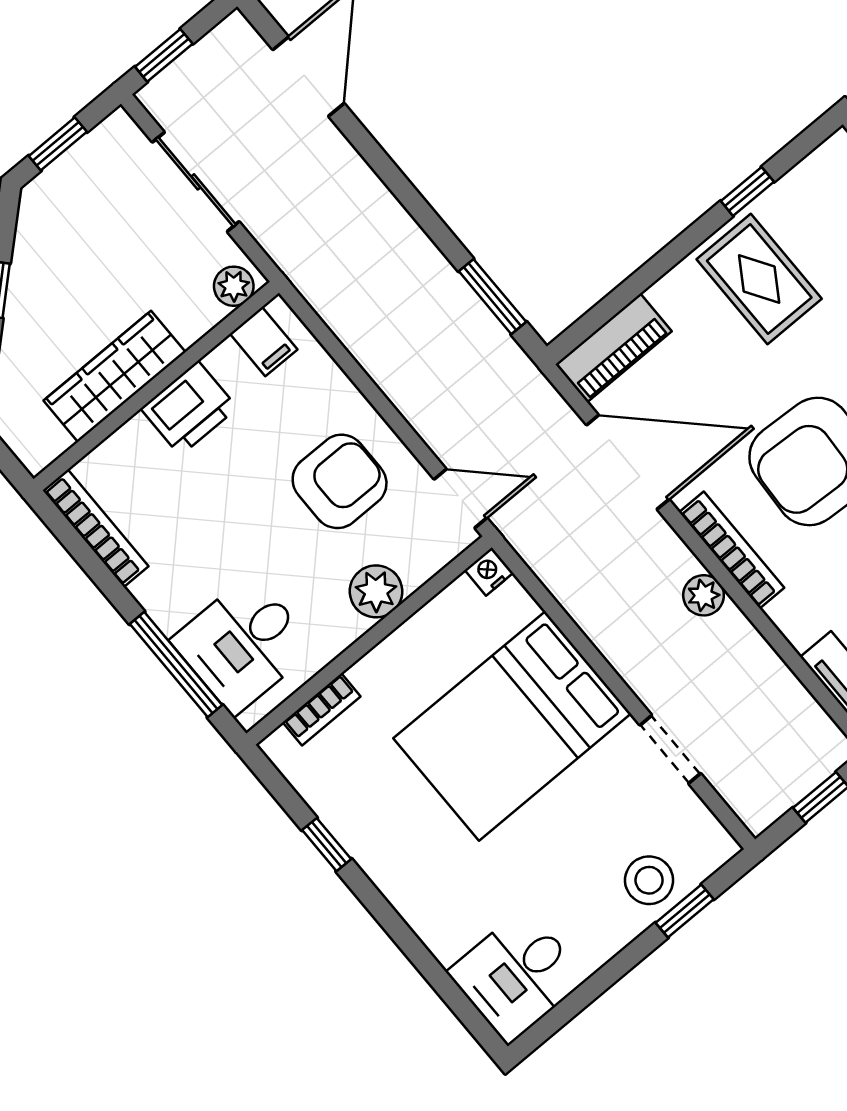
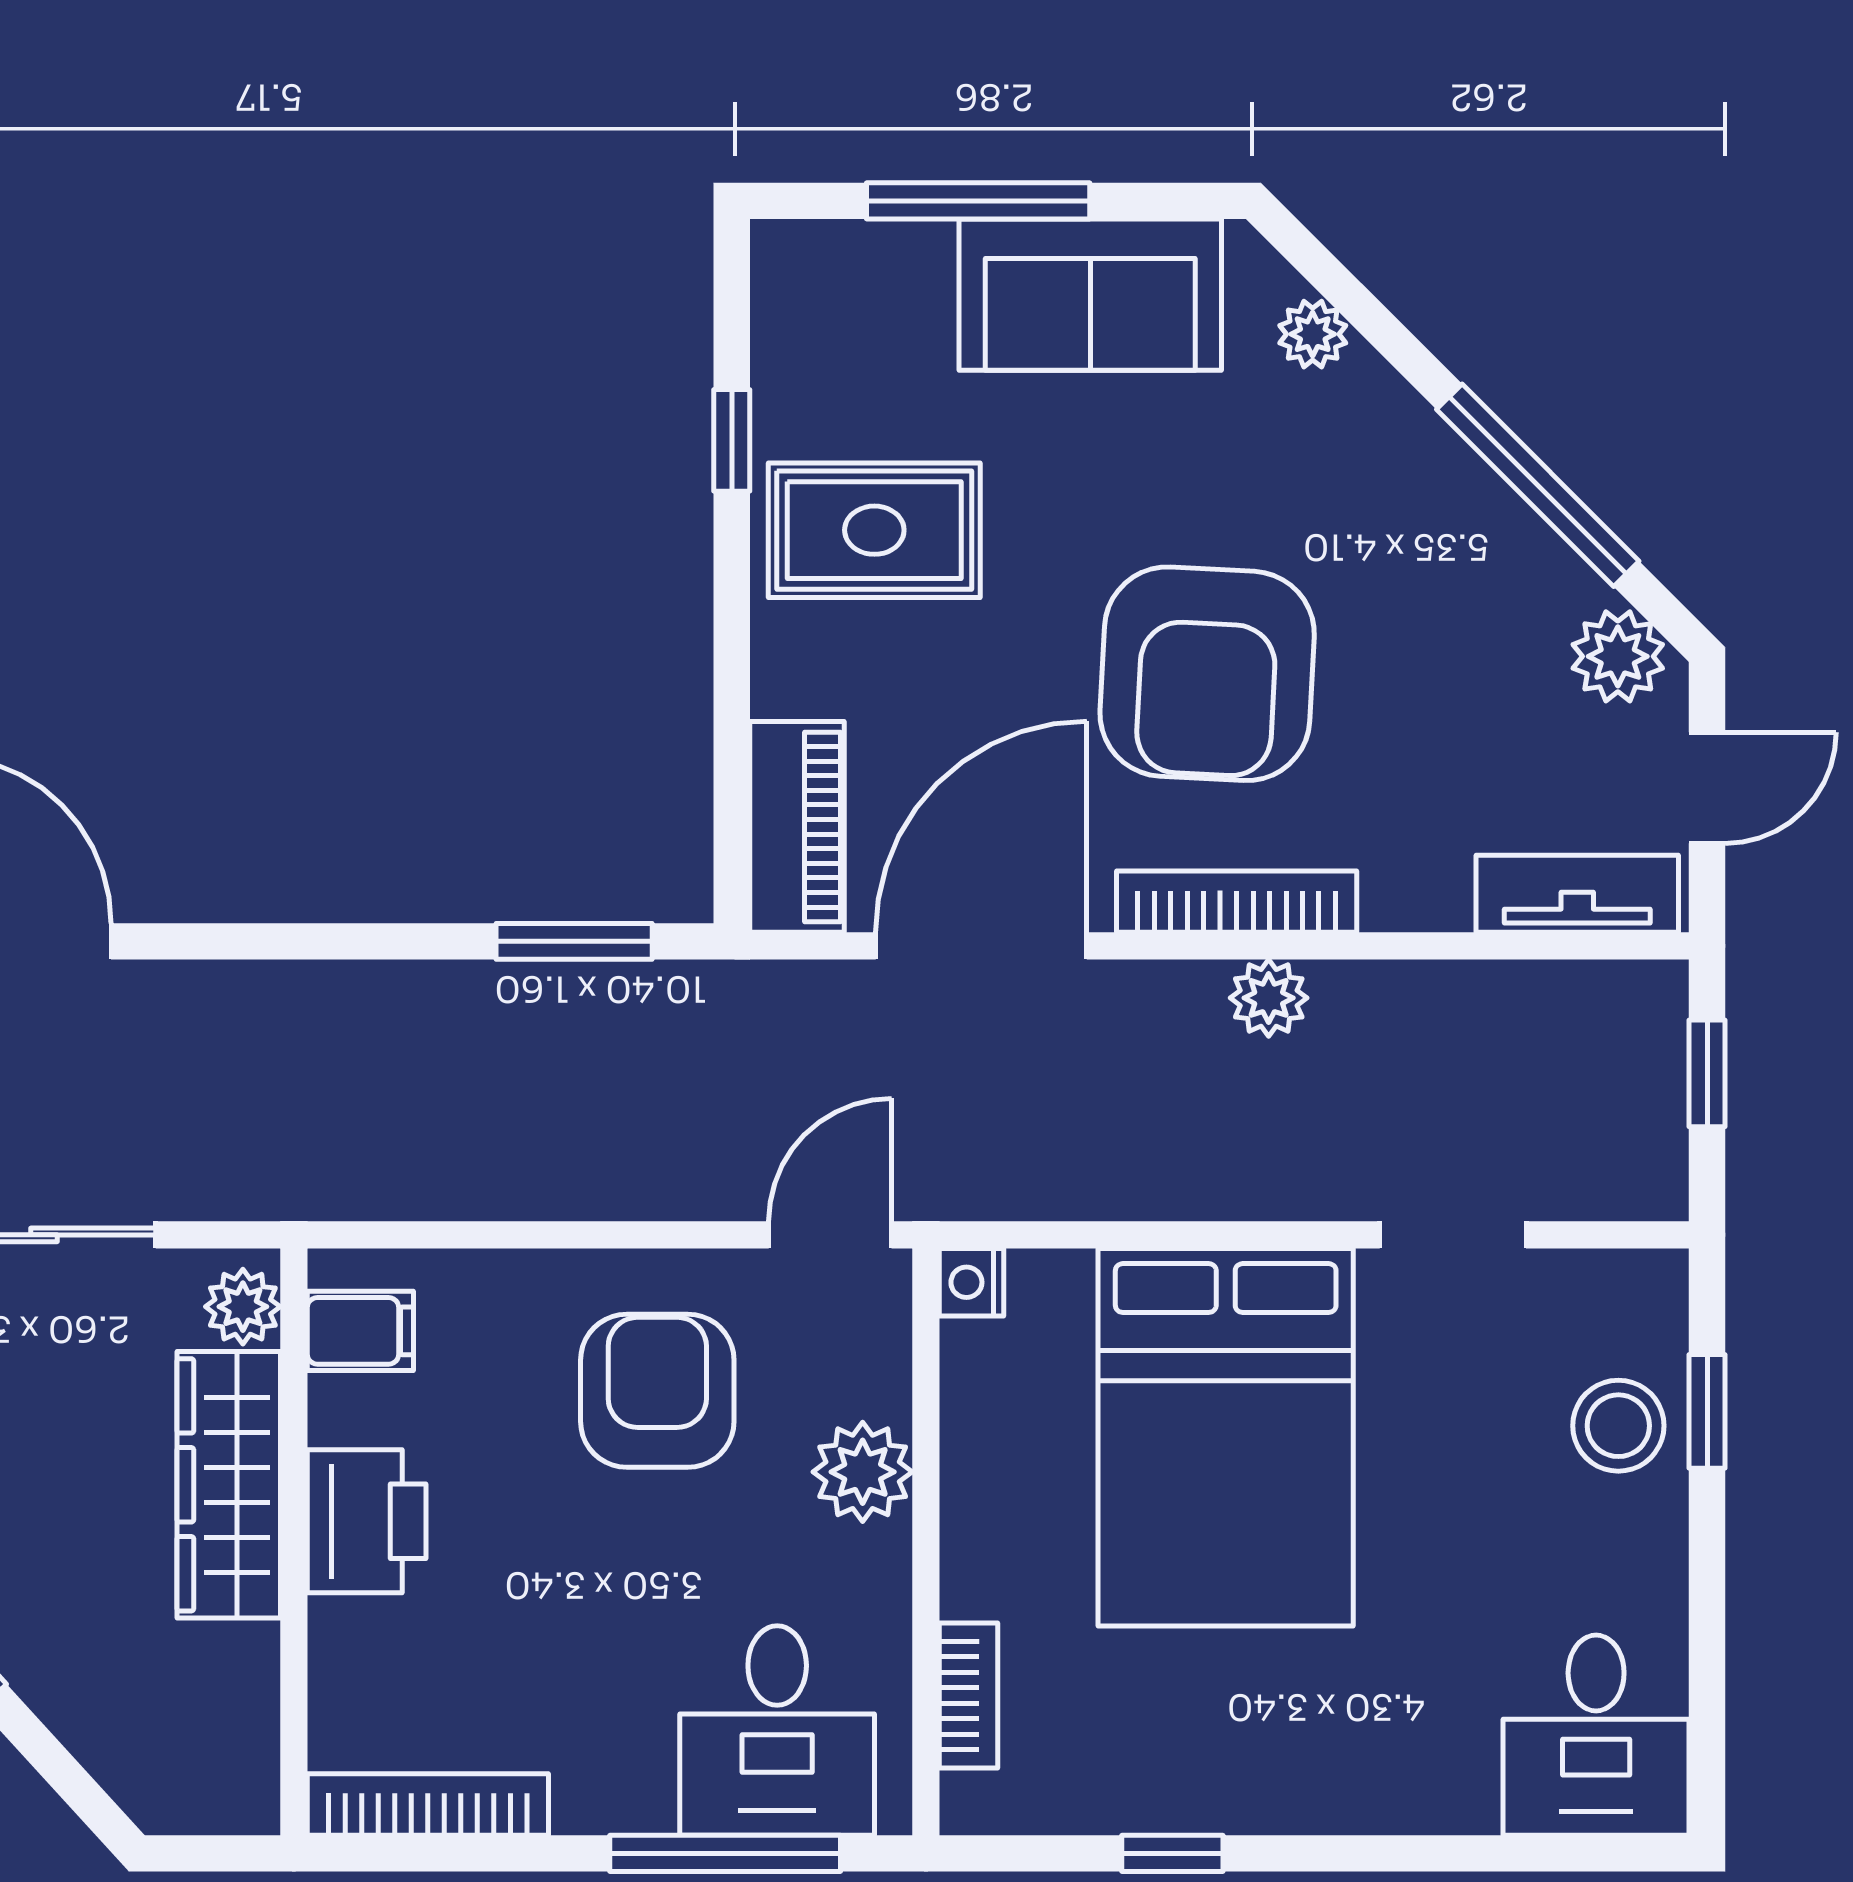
wardrobe: (114, 376) -> (229, 1485), moved

